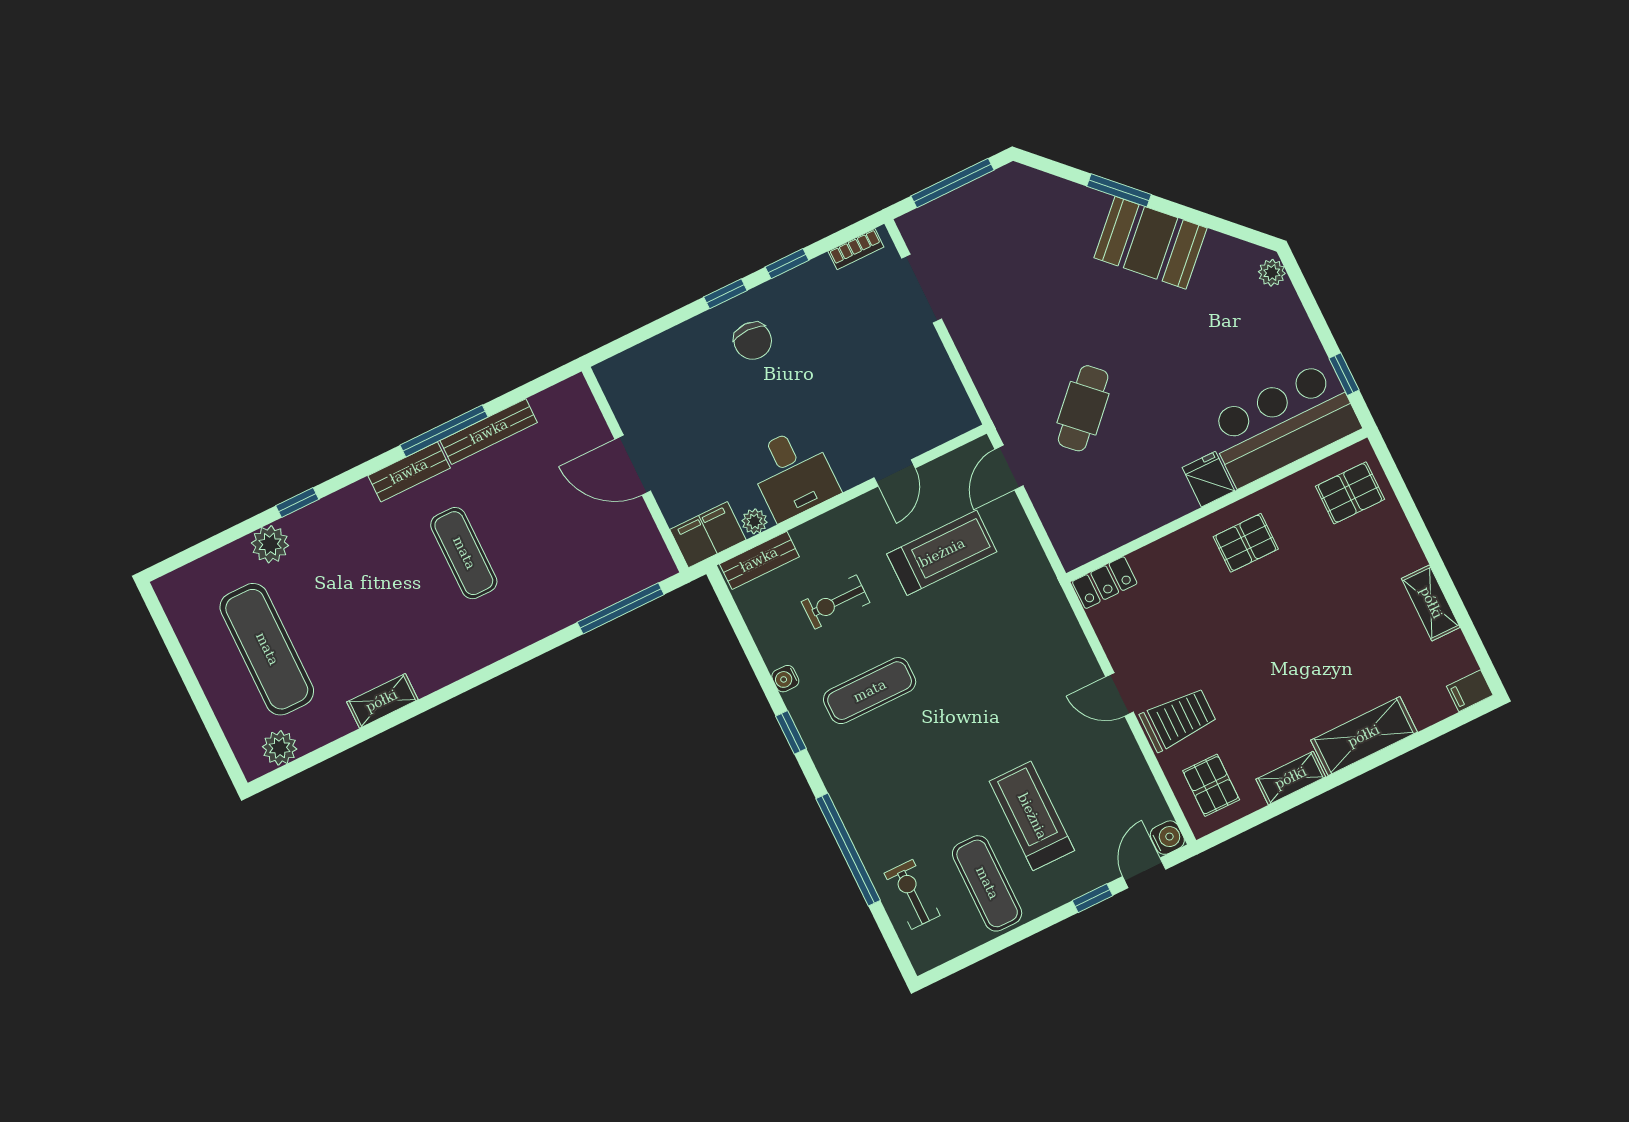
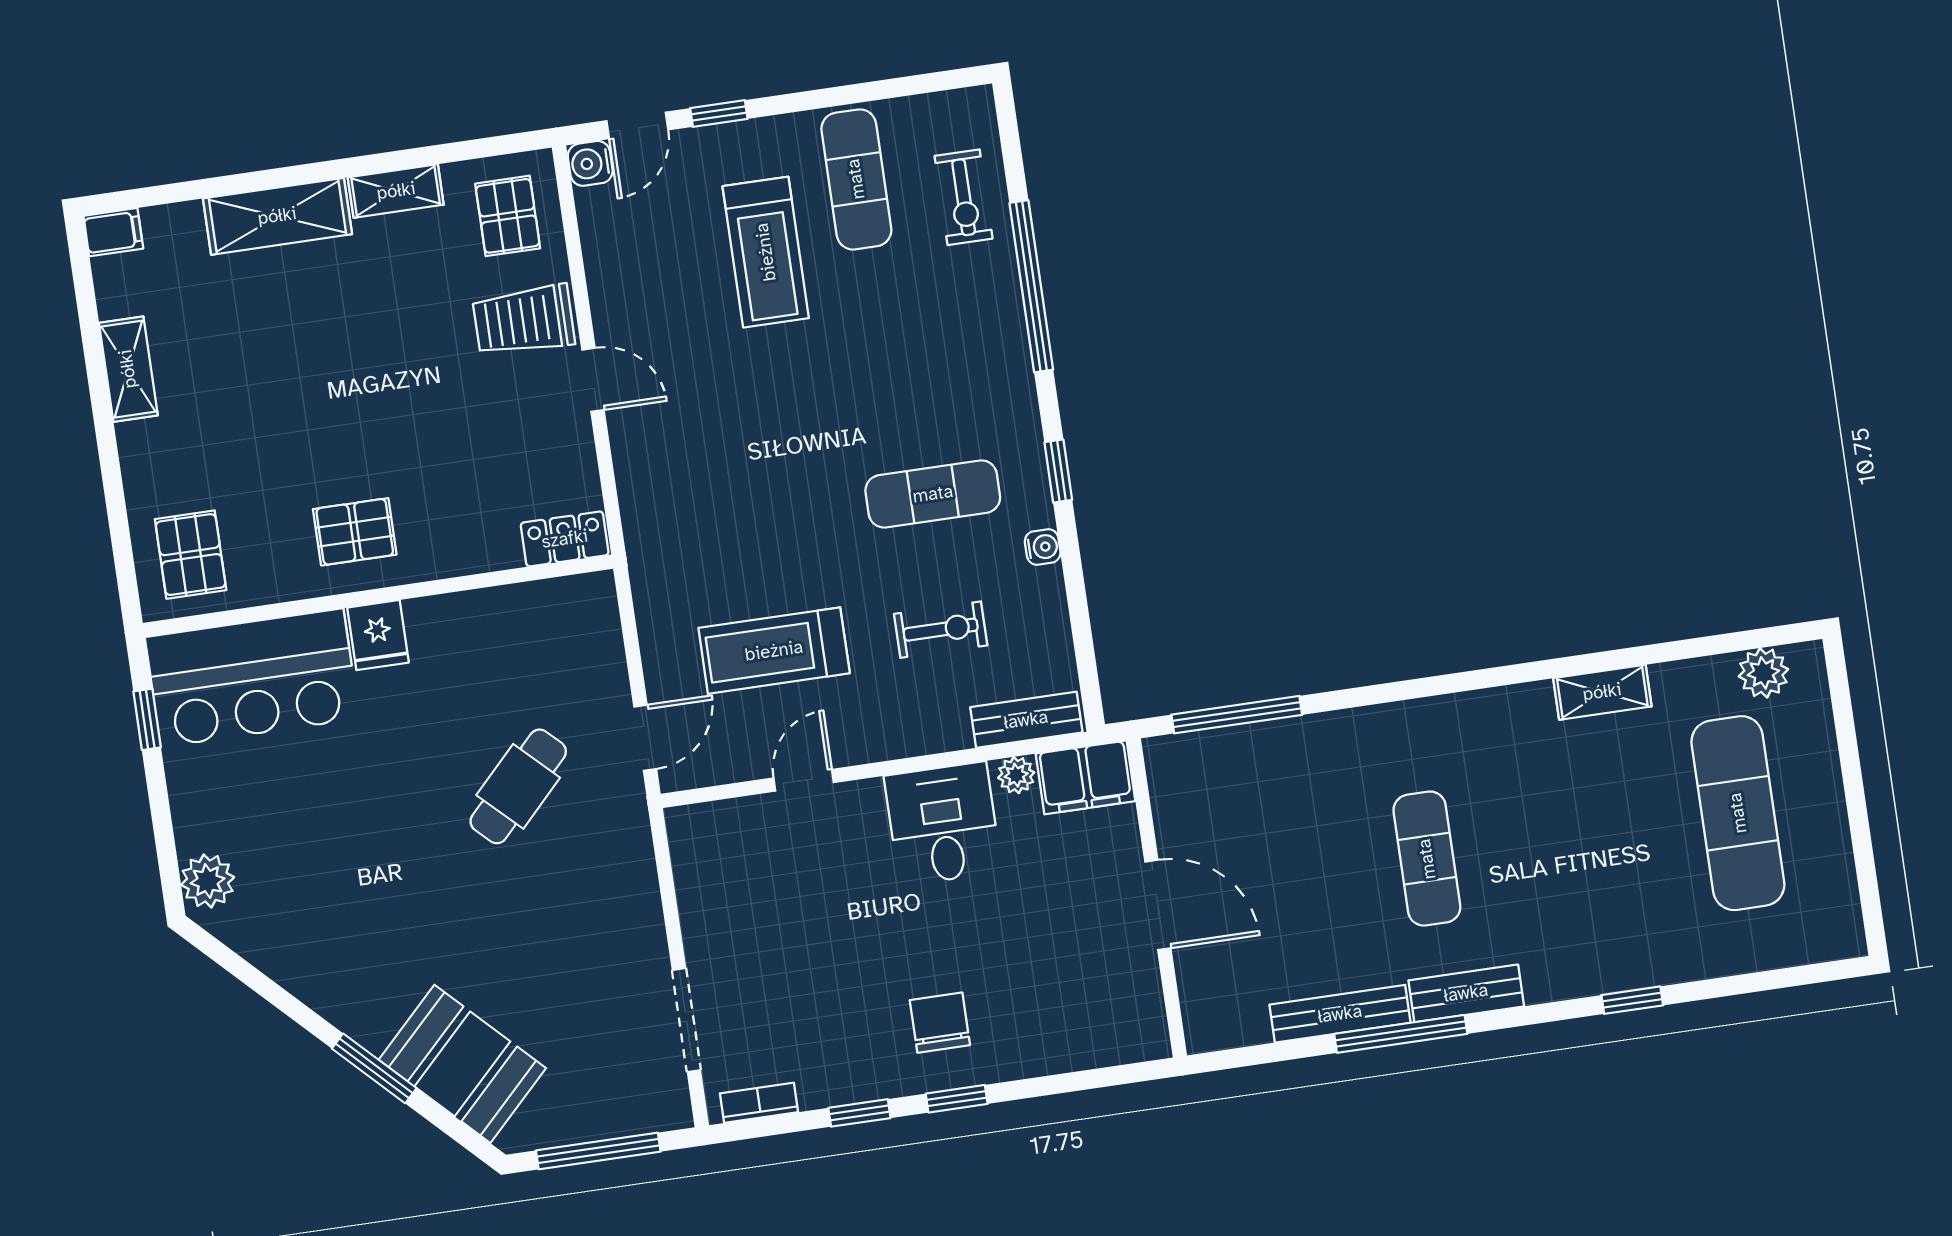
booth: (1151, 243) -> (462, 1064), moved
plant: (1272, 273) -> (208, 881), width x1.38, depth x1.38
pallet: (1350, 493) -> (191, 555), turned 90
plant: (270, 544) -> (1688, 955), removed

